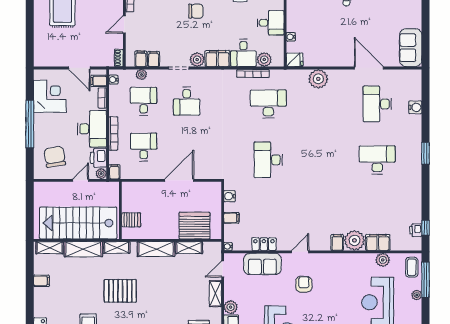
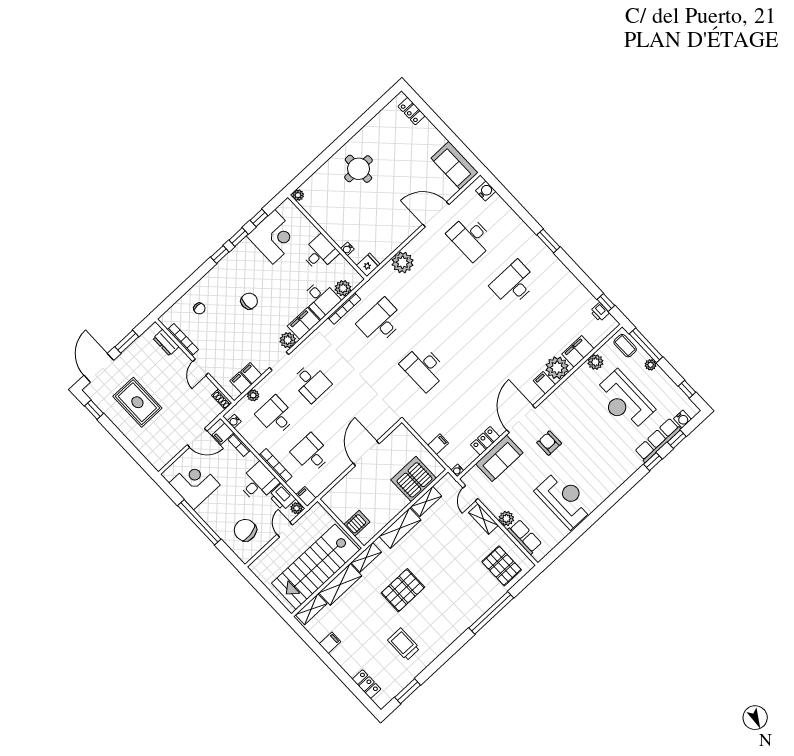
water cooler: (415, 107) -> (486, 191), moved
desk: (92, 129) -> (258, 482), width x0.73
water cooler: (229, 196) -> (420, 428), removed
door: (300, 252) -> (521, 419), width x1.88

